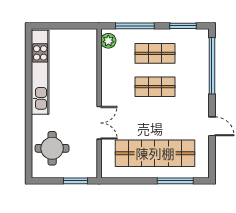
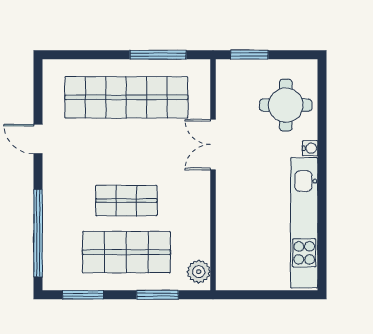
window: (135, 26) -> (158, 295), width x0.69
shop shelf: (155, 53) -> (126, 252), width x1.43, depth x1.36
water cooler: (36, 120) -> (310, 148), added
window: (175, 181) -> (158, 55), moved

